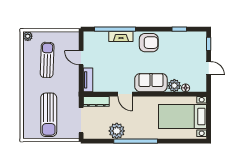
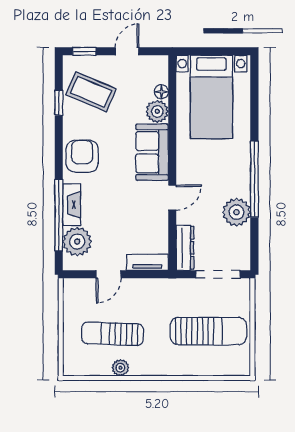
plant: (28, 36) -> (120, 368), moved
plant: (100, 40) -> (77, 242), added
coffee table: (186, 48) -> (91, 92), added

